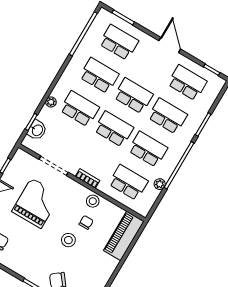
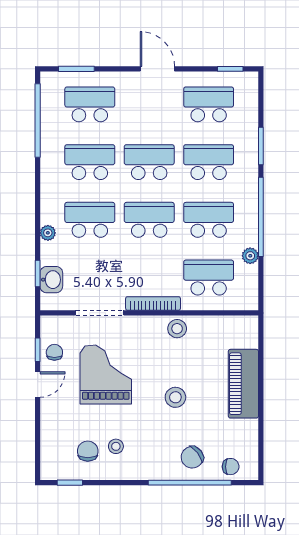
bookcase: (87, 178) -> (153, 303), width x1.56
chair: (86, 222) -> (54, 352), moved
piano: (124, 236) -> (243, 384), moved
stool: (17, 248) -> (116, 446), added

